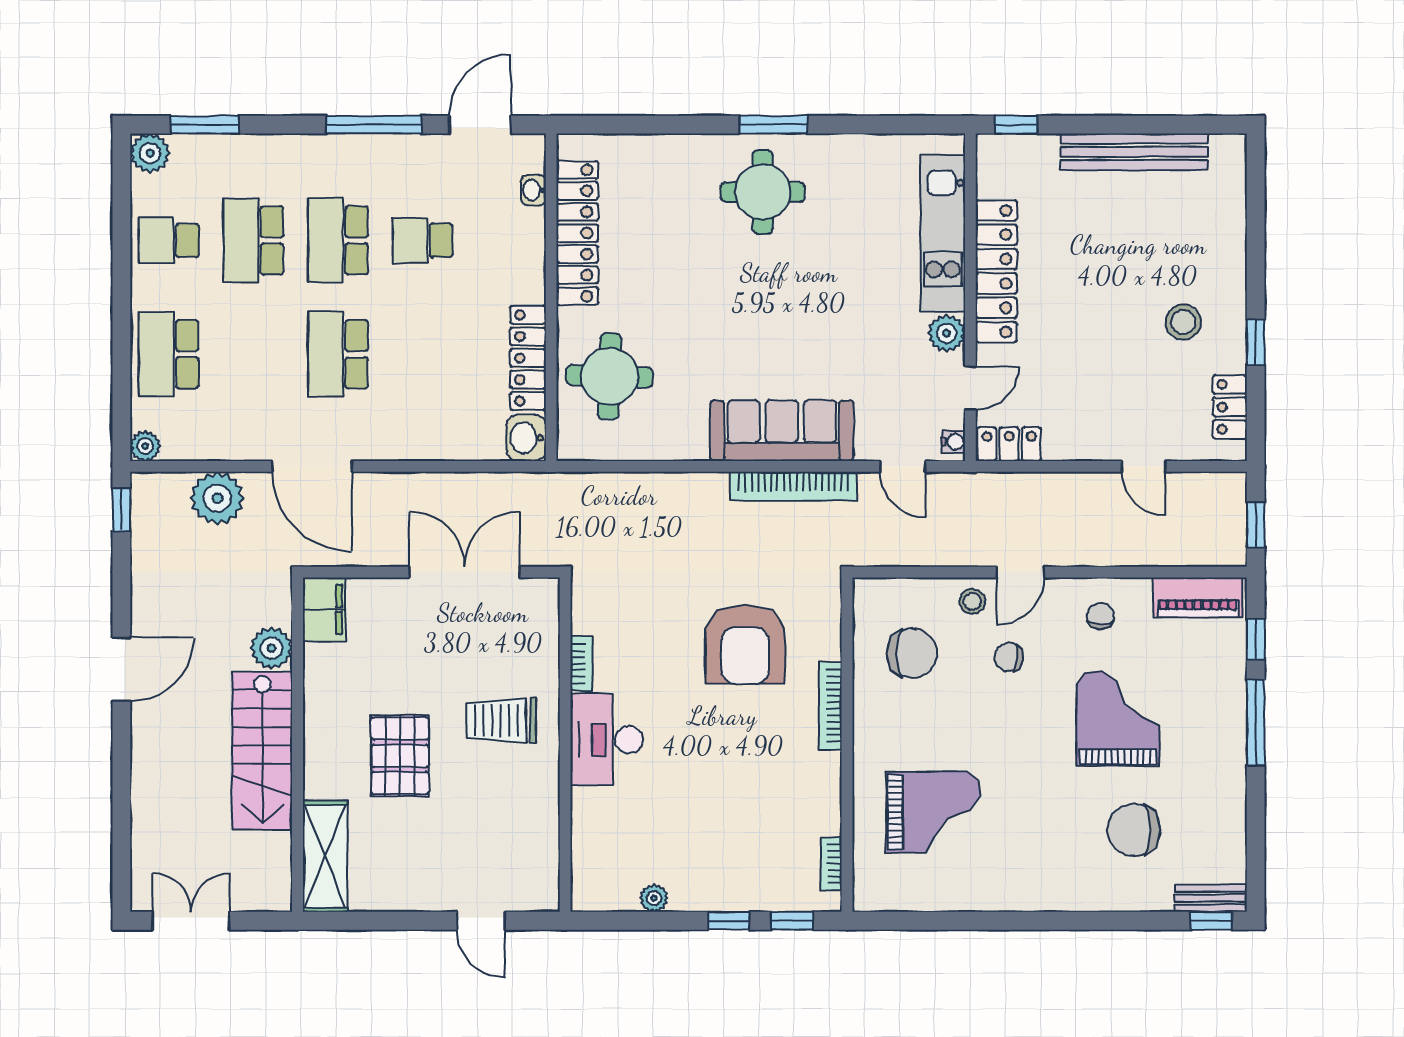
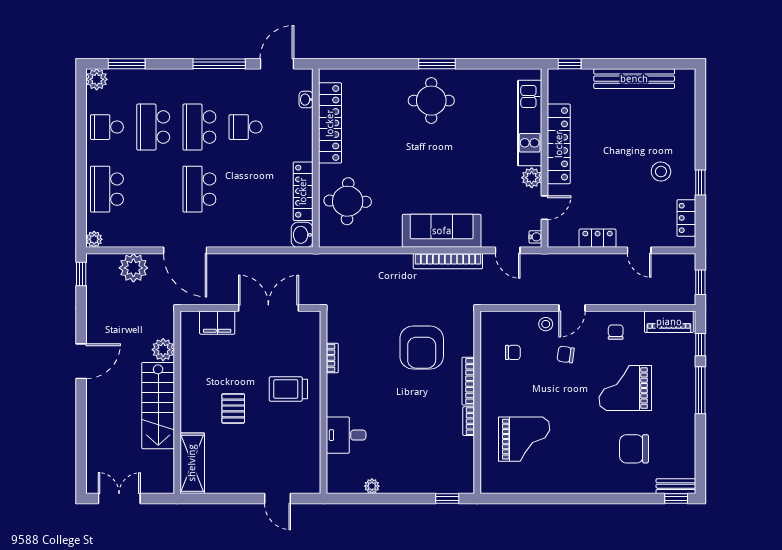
locker: (1009, 444) -> (598, 238), moved
filing cabinet: (324, 609) -> (217, 323), moved, turned 90
chair: (912, 653) -> (513, 352), width x0.54, depth x0.54
grand piano: (1118, 719) -> (625, 388), turned -90
desk: (607, 740) -> (346, 435), moved, width x0.73
pallet: (400, 756) -> (233, 408), width x0.67, depth x0.71
bookcase: (831, 864) -> (469, 421), moved
window: (729, 921) -> (413, 498), removed

